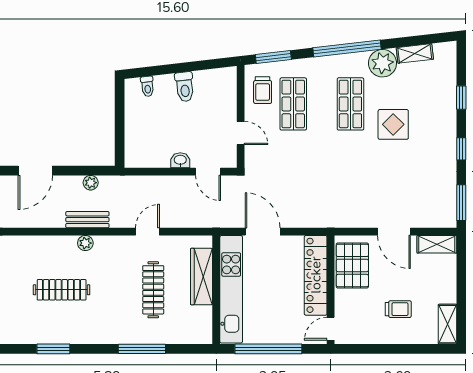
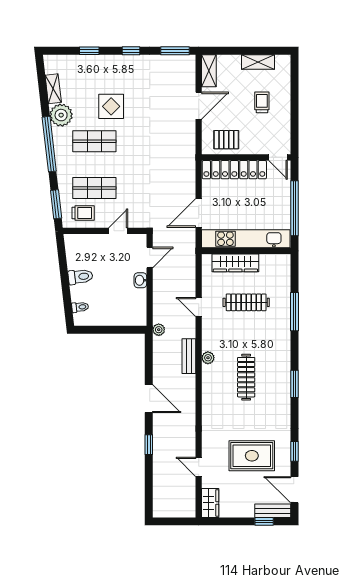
plant: (91, 183) -> (159, 330), moved
pallet: (352, 265) -> (226, 140), width x0.67, depth x0.71
shelving: (447, 324) -> (258, 62), moved

